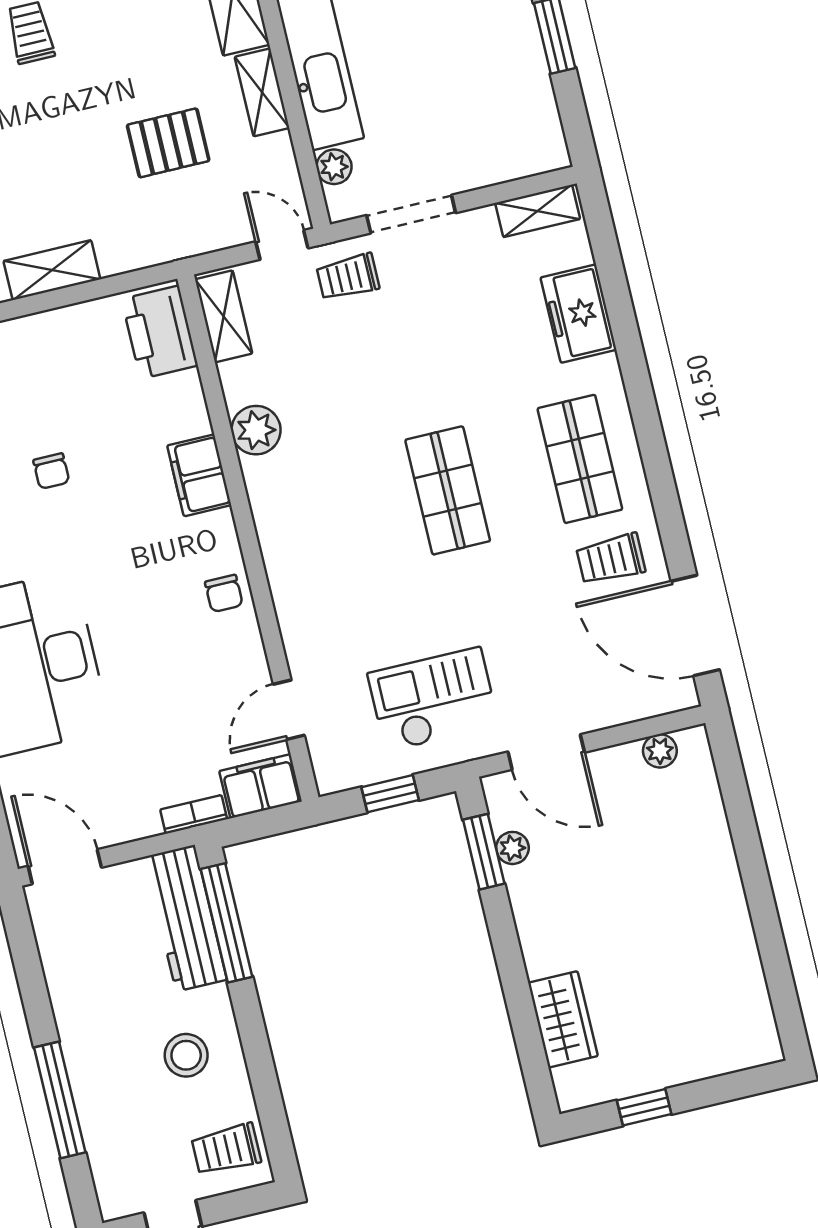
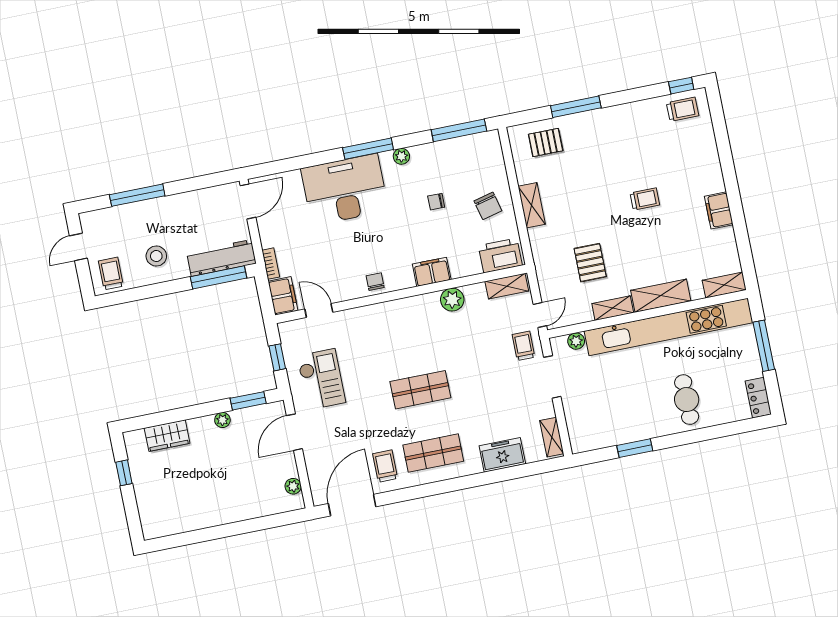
chair: (56, 362) -> (488, 206), added
chair: (224, 593) -> (375, 282), turned 90
plant: (512, 848) -> (222, 420), moved

